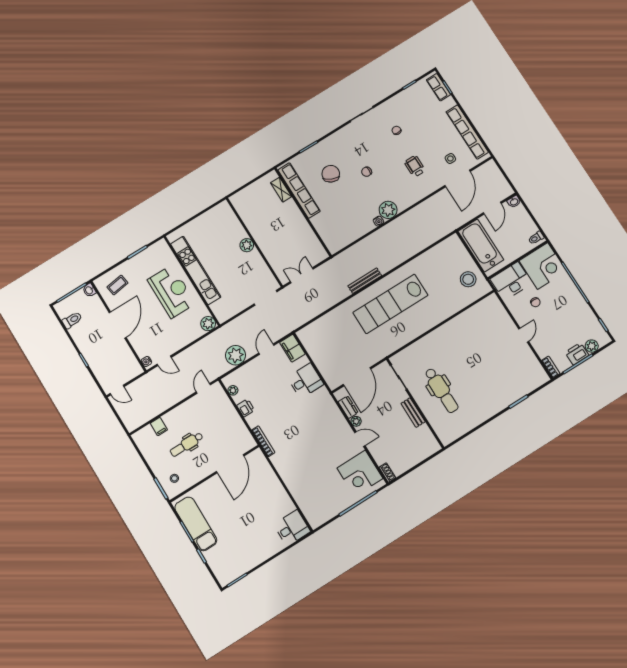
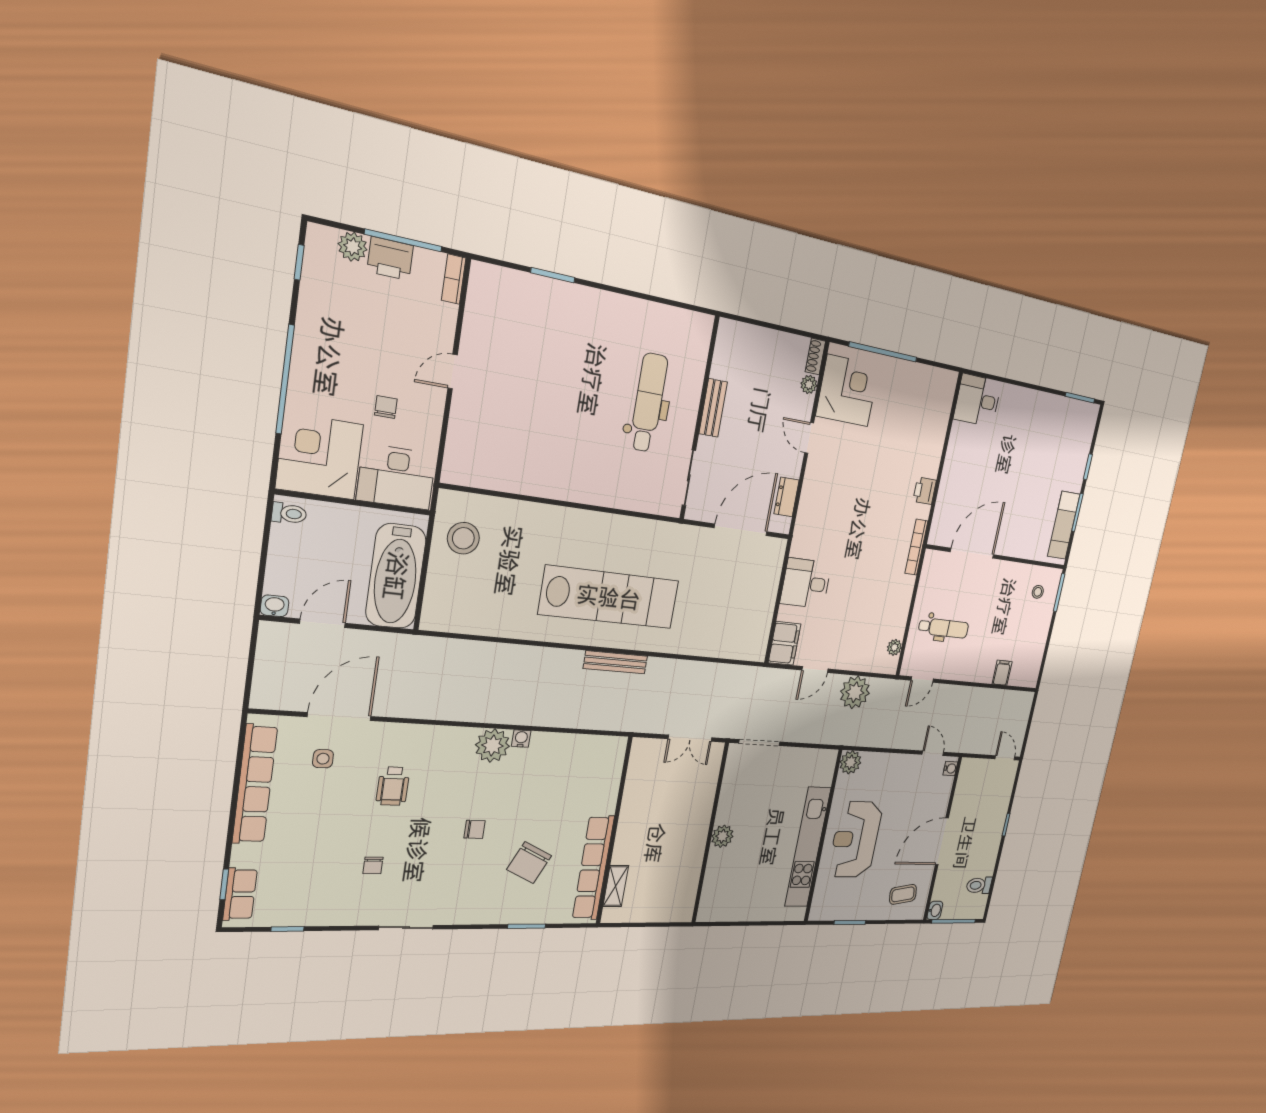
printer: (246, 408) -> (925, 491), moved
plant: (356, 421) -> (809, 384), moved
dental chair: (187, 444) -> (944, 628), moved
exam couch: (196, 524) -> (1064, 525), width x0.73, depth x0.69

